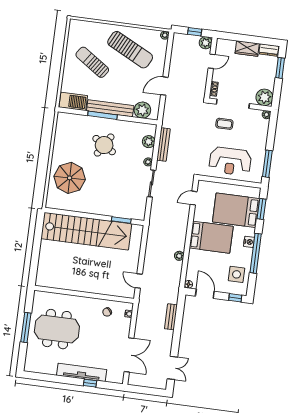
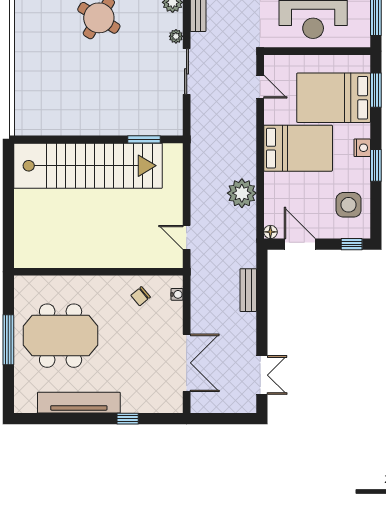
parasol: (70, 178) -> (48, 80), removed
door: (194, 198) -> (260, 87), swing flipped
window: (256, 253) -> (376, 165), width x0.47
plant: (179, 256) -> (242, 193), width x1.87, depth x1.87
tv unit: (82, 372) -> (79, 403), moved

